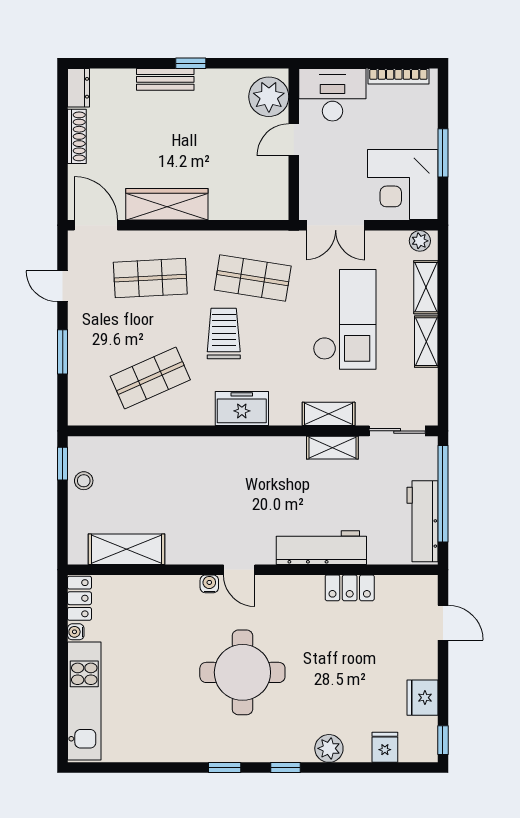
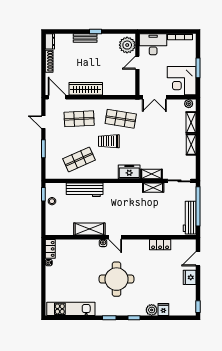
checkout: (345, 319) -> (158, 136), removed
trolley: (224, 333) -> (109, 141), turned -90
freezer: (242, 409) -> (129, 172), moved
workbench: (321, 548) -> (85, 190), moved, turned 180
shelving: (127, 549) -> (89, 229), moved
door: (443, 623) -> (198, 259), swing flipped
fridge: (422, 698) -> (190, 277), moved
kitchen unit: (84, 701) -> (71, 309), moved, turned -90
fridge: (385, 747) -> (163, 309), moved

